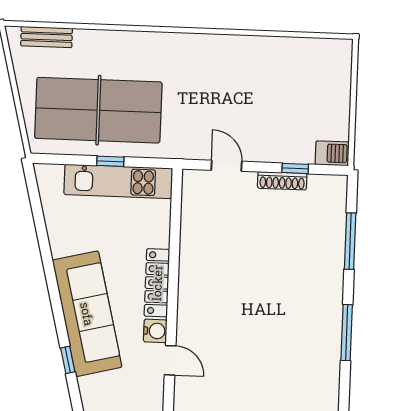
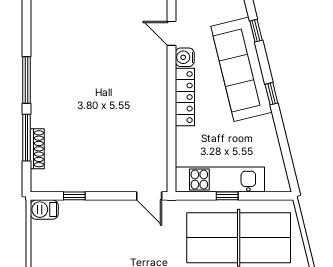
door: (227, 166) -> (149, 196), moved
shoe rack: (282, 181) -> (37, 149), moved, turned 90
window: (52, 283) -> (271, 94), added
window: (347, 333) -> (27, 80), moved

